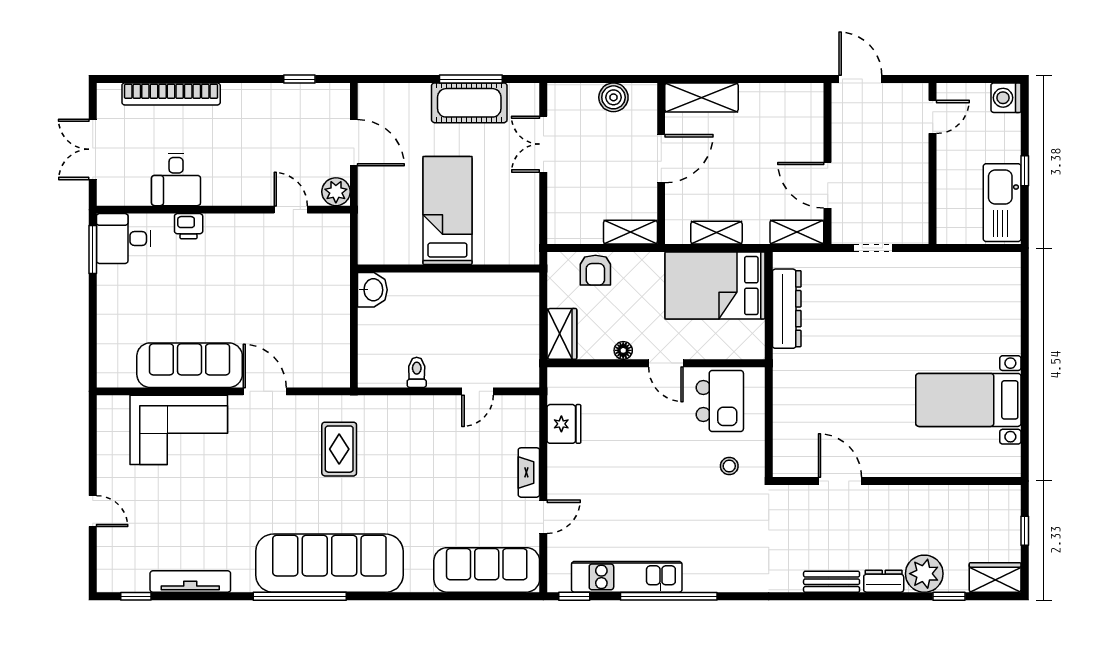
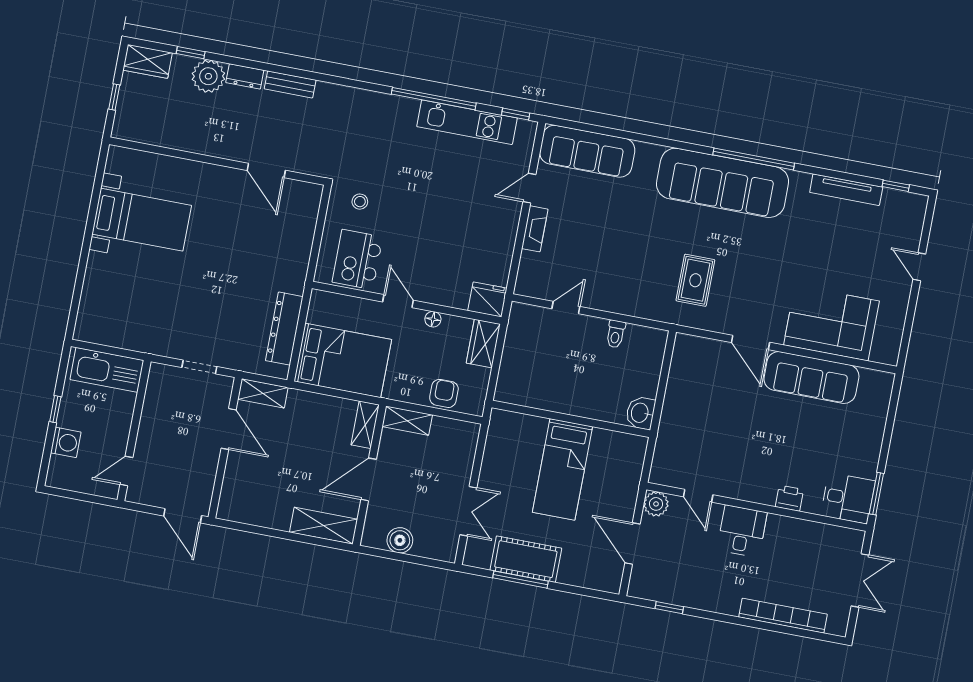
washing machine: (1006, 98) -> (66, 442), moved
desk: (176, 179) -> (742, 531), moved
kitchen sink: (1002, 203) -> (107, 370), moved, turned 90
shelving: (716, 233) -> (365, 425), moved, turned 90
fridge: (564, 424) -> (487, 299), moved, turned 90

